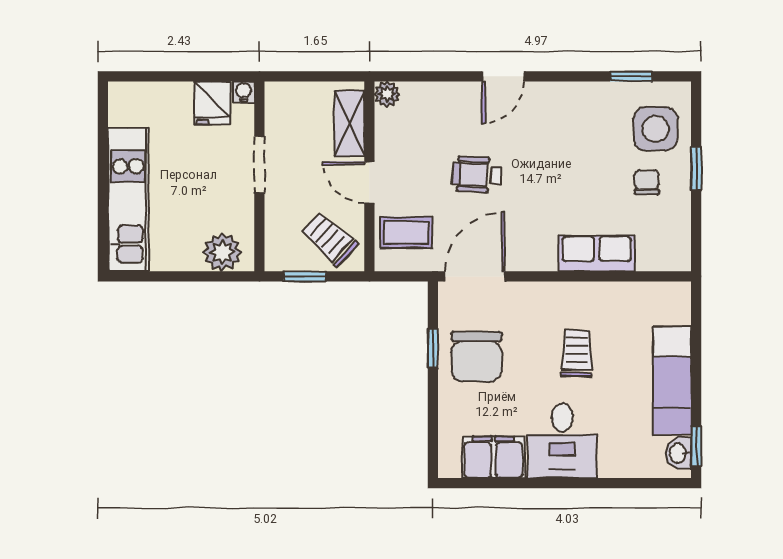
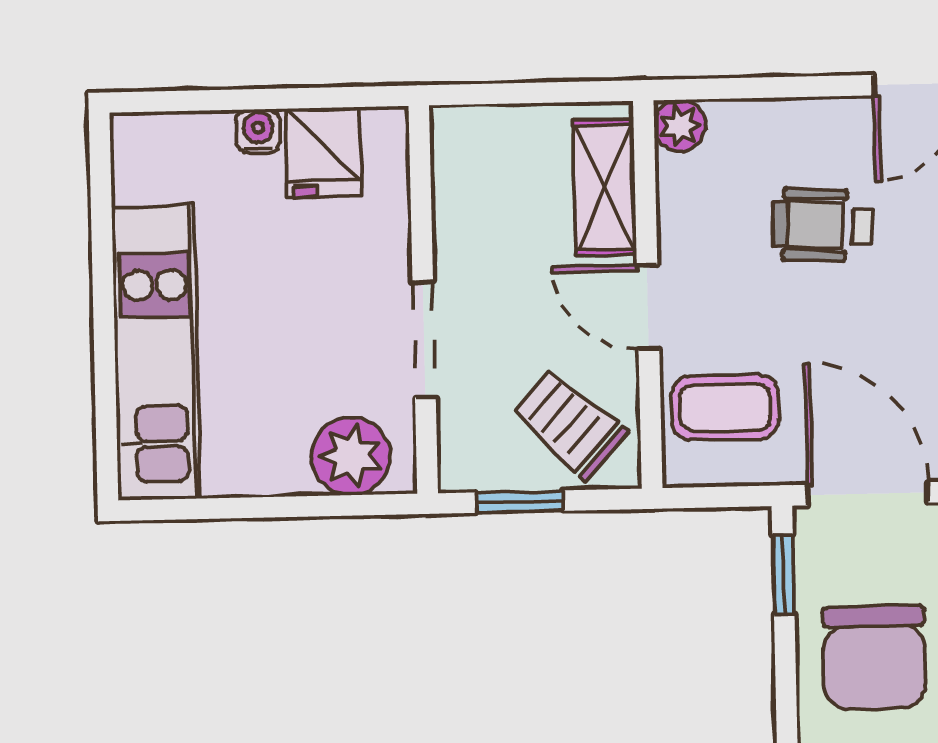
water cooler: (244, 92) -> (258, 131), moved
doorway: (259, 165) -> (424, 339), moved
wheelchair: (477, 175) -> (822, 225), moved
door: (475, 276) -> (868, 494), hinge flipped
window: (433, 348) -> (783, 575), moved

